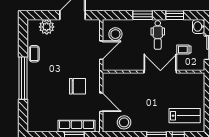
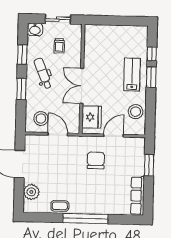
dental chair: (158, 35) -> (43, 73), turned -112
double door: (160, 72) -> (82, 86), moved
fridge: (118, 81) -> (92, 117), added
lab bench: (185, 116) -> (132, 75), moved
row of seats: (77, 126) -> (137, 196), moved

